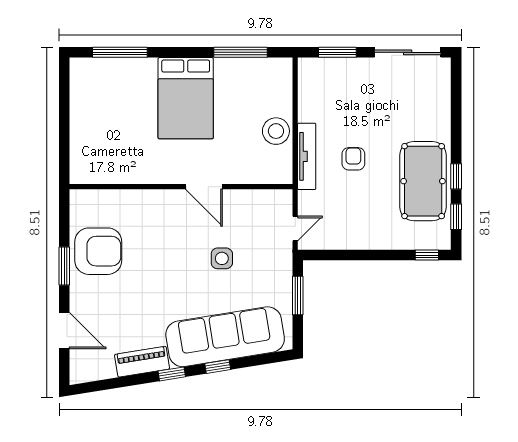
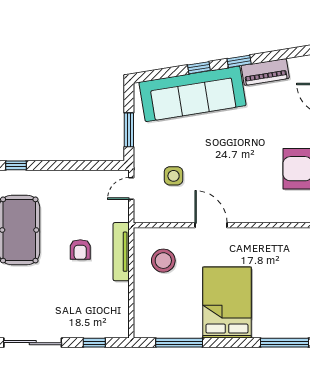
window: (337, 52) -> (94, 343), width x0.67
stool: (276, 131) -> (163, 261), moved
side table: (222, 258) -> (174, 176), moved

